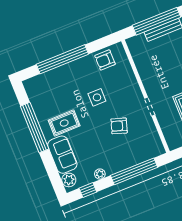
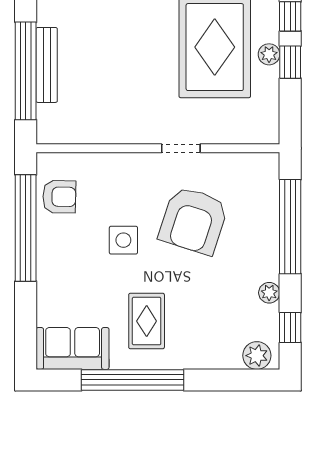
window: (62, 59) -> (26, 228), moved
armchair: (105, 60) -> (59, 197), turned -89
armchair: (119, 126) -> (194, 220), width x1.88, depth x1.88
sofa: (62, 155) -> (73, 348), moved

